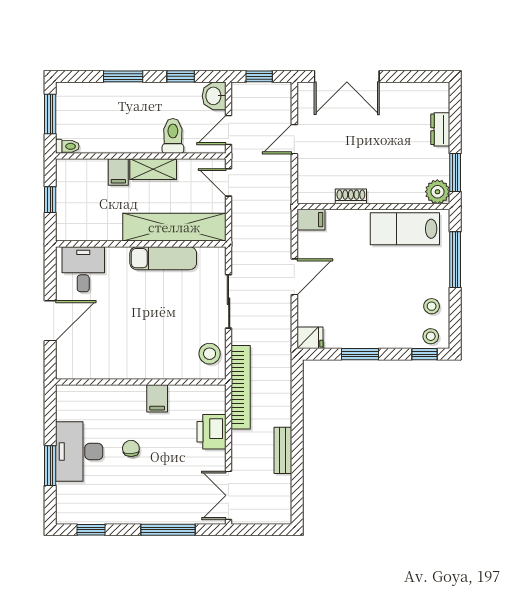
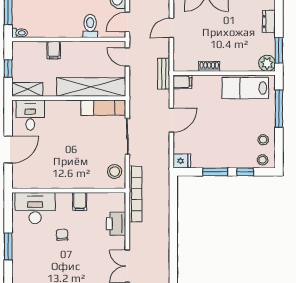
shelving: (153, 169) -> (27, 89), moved
exam couch: (163, 258) -> (103, 108), moved
window: (425, 354) -> (245, 172), moved
bench: (283, 450) -> (164, 74), moved
desk: (79, 452) -> (35, 208), moved, turned 90

